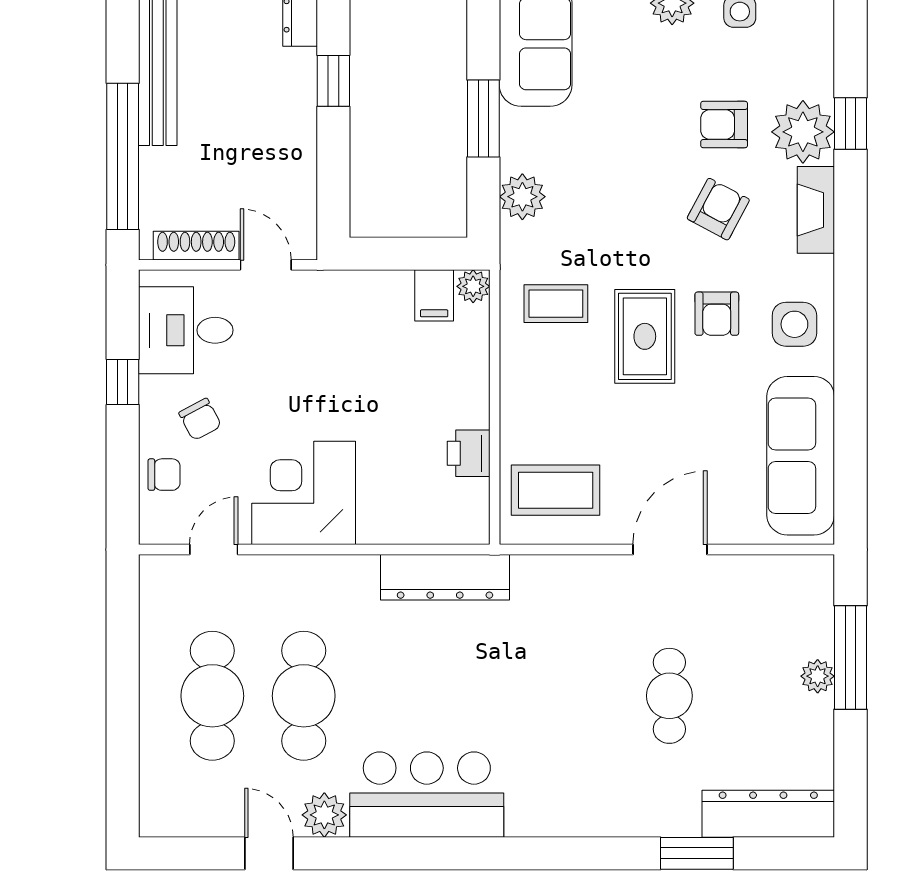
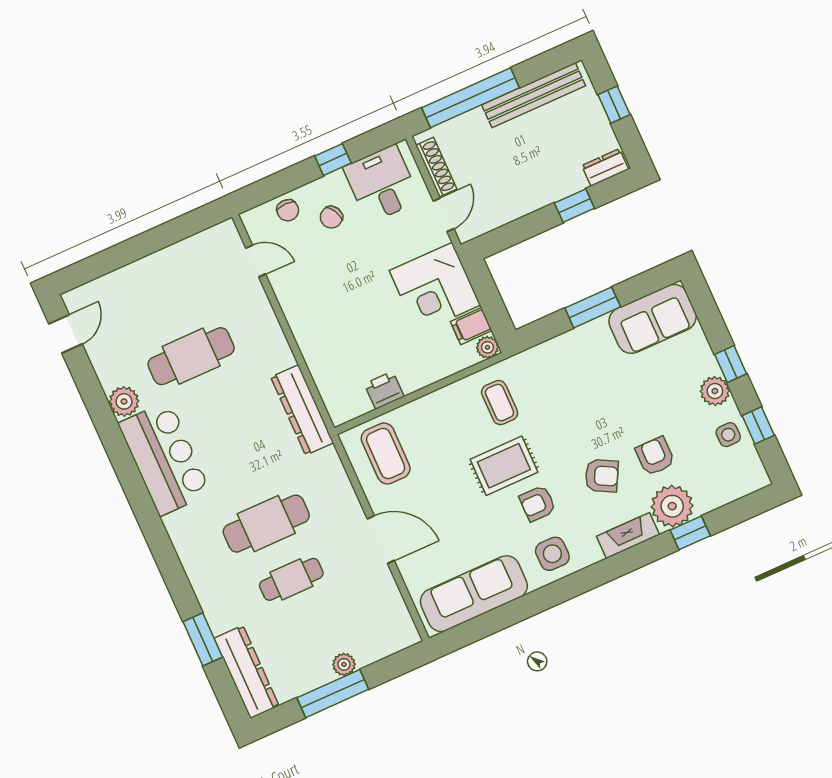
plant: (522, 197) -> (556, 353), removed
corner desk: (304, 493) -> (435, 288), moved, turned 180
window: (850, 658) -> (333, 694), moved
cafe table: (212, 696) -> (266, 524), moved
door: (269, 853) -> (66, 334), moved

